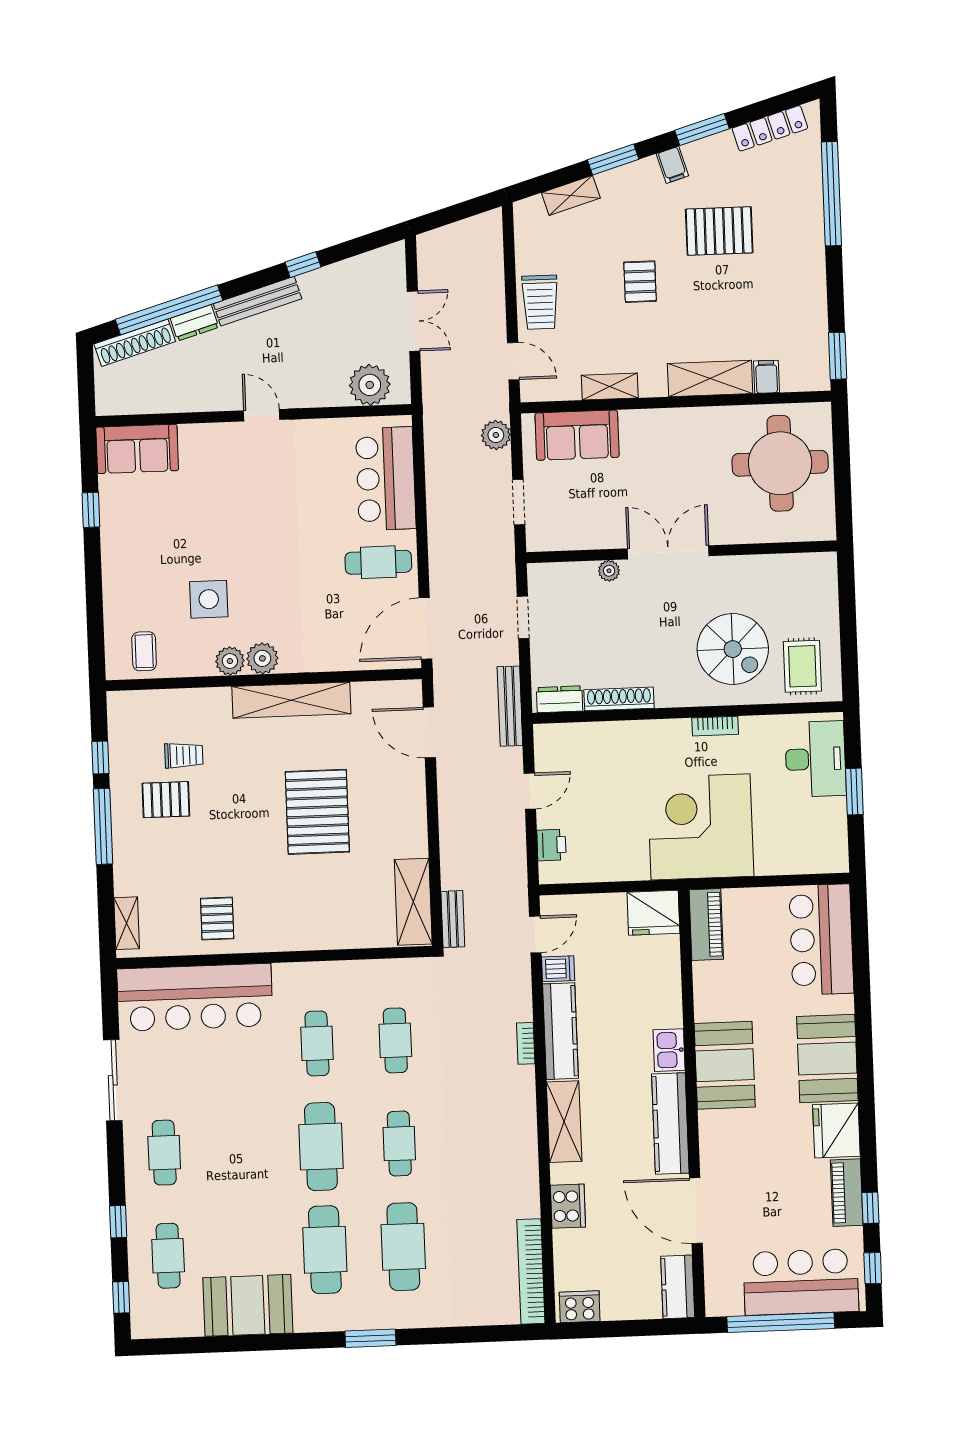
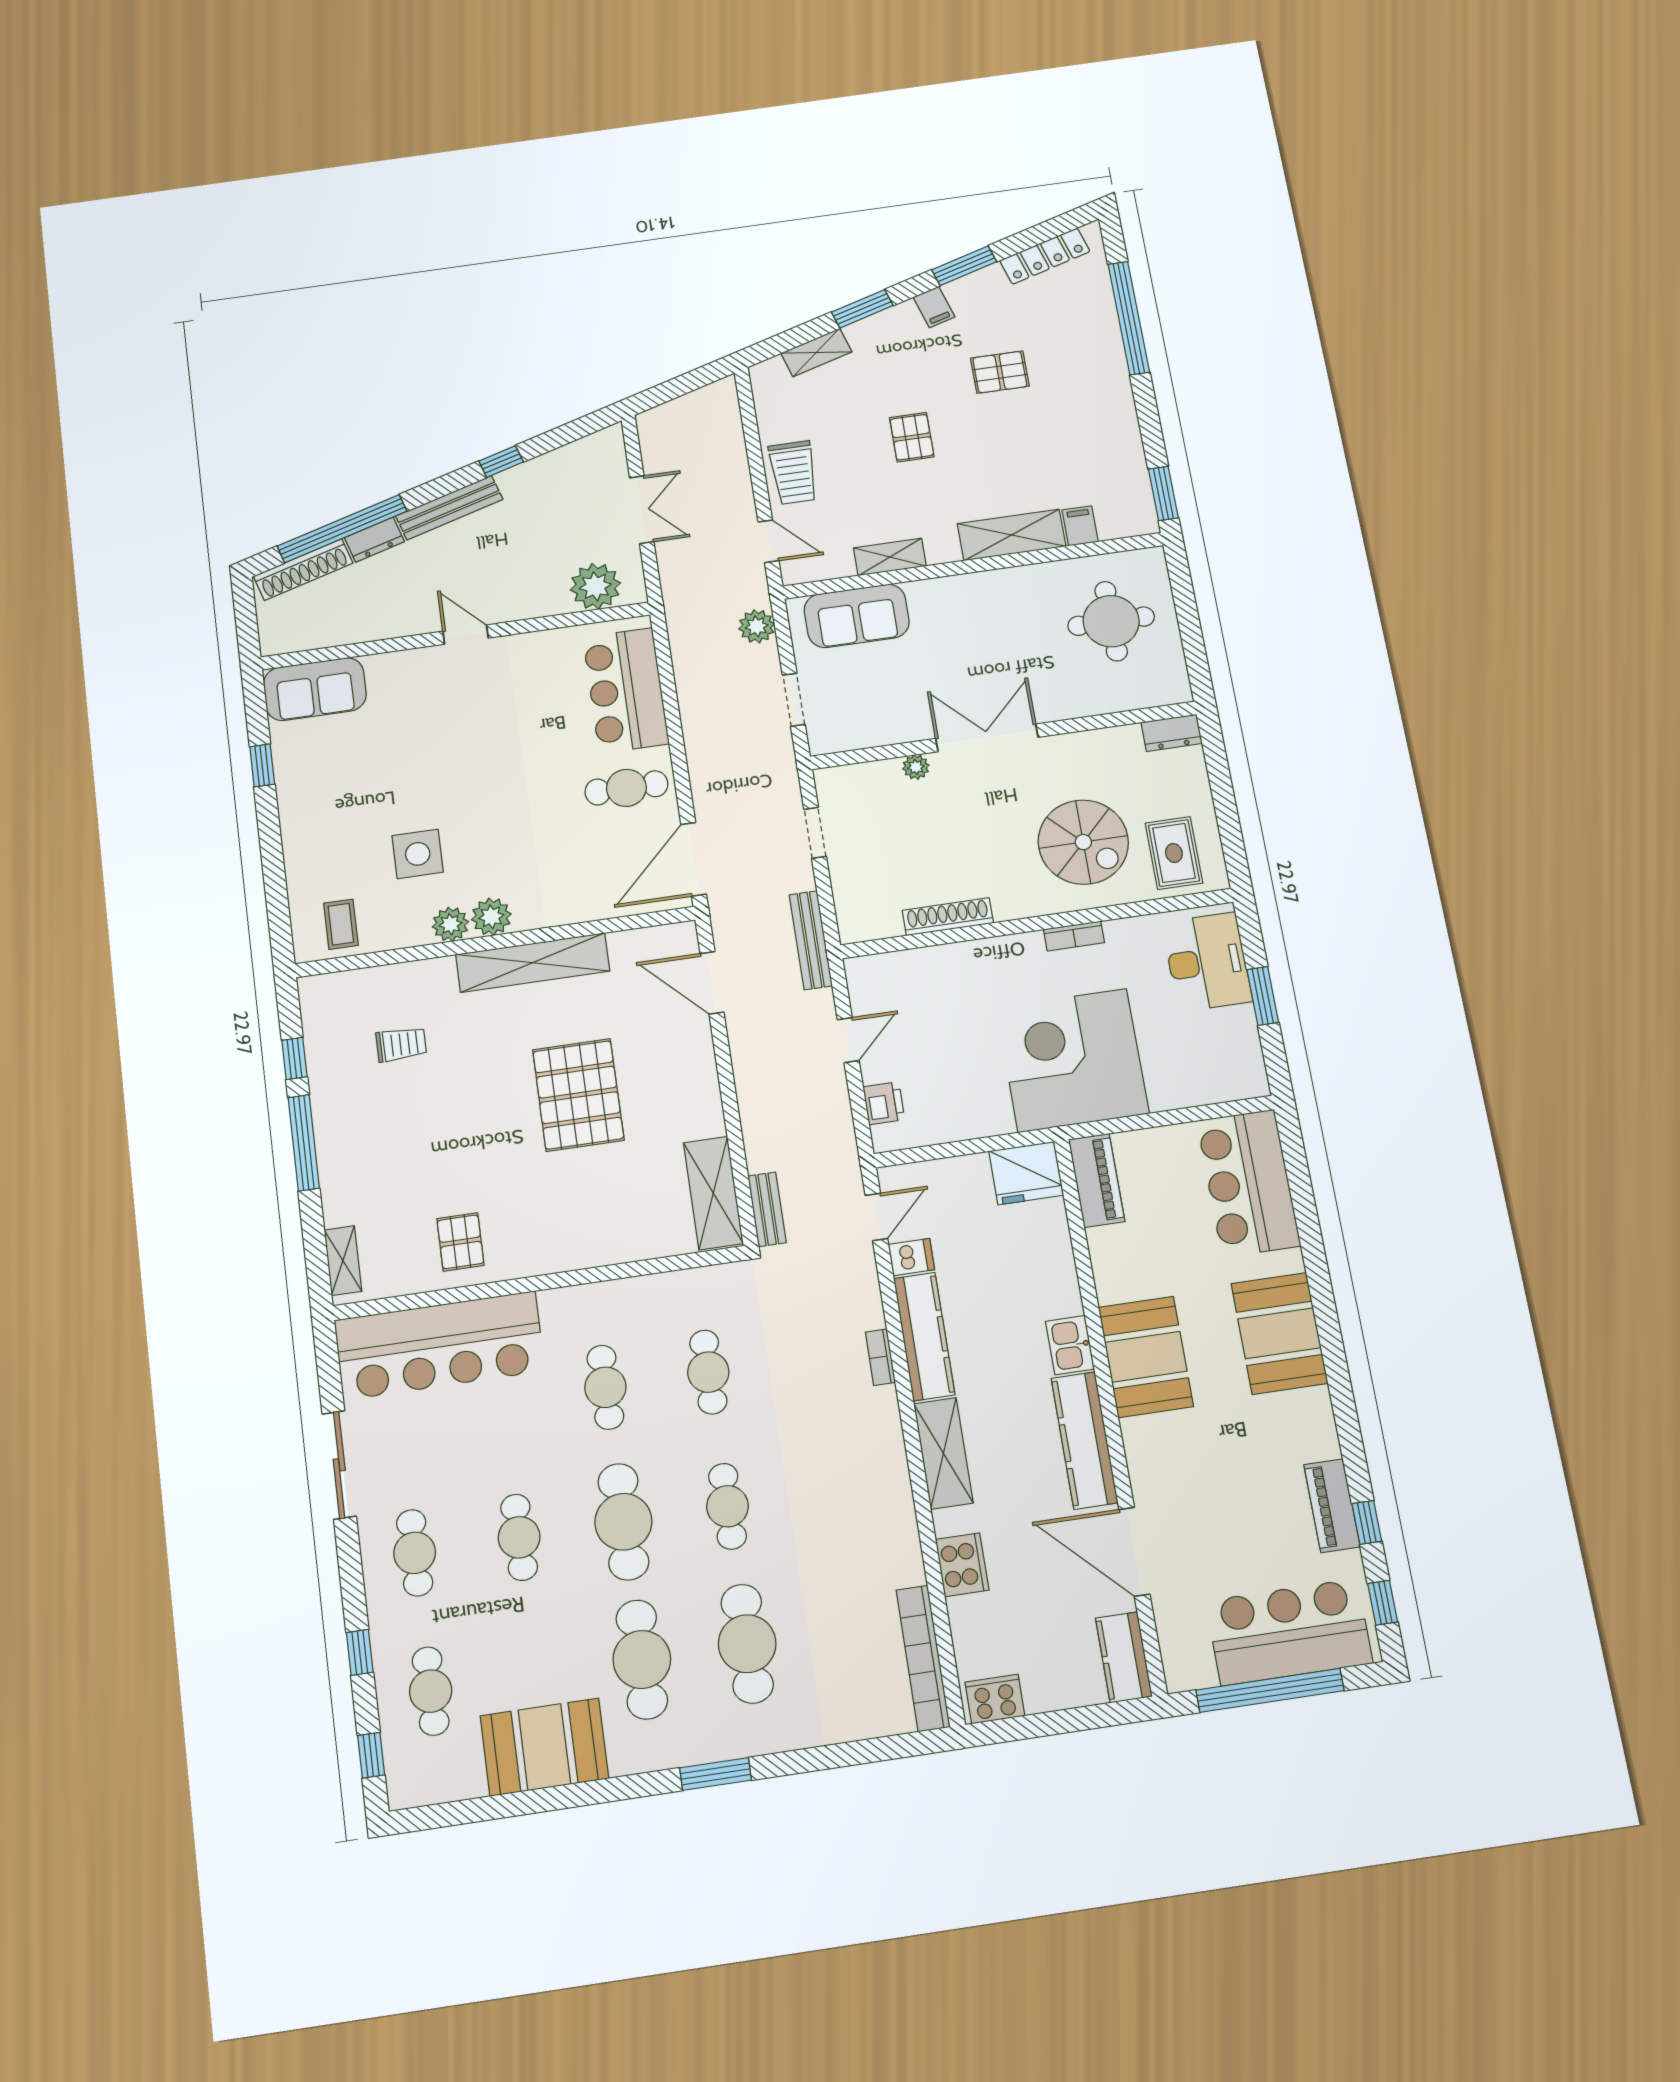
pallet: (719, 231) -> (1000, 372), width x0.67, depth x0.71
round table: (780, 463) -> (1111, 621), width x0.73, depth x0.73
dresser: (560, 699) -> (1172, 733), moved, turned 180
pallet: (166, 800) -> (382, 1101), removed
fridge: (836, 1131) -> (1306, 1425), removed
cafe table: (243, 1150) -> (519, 1537), added

